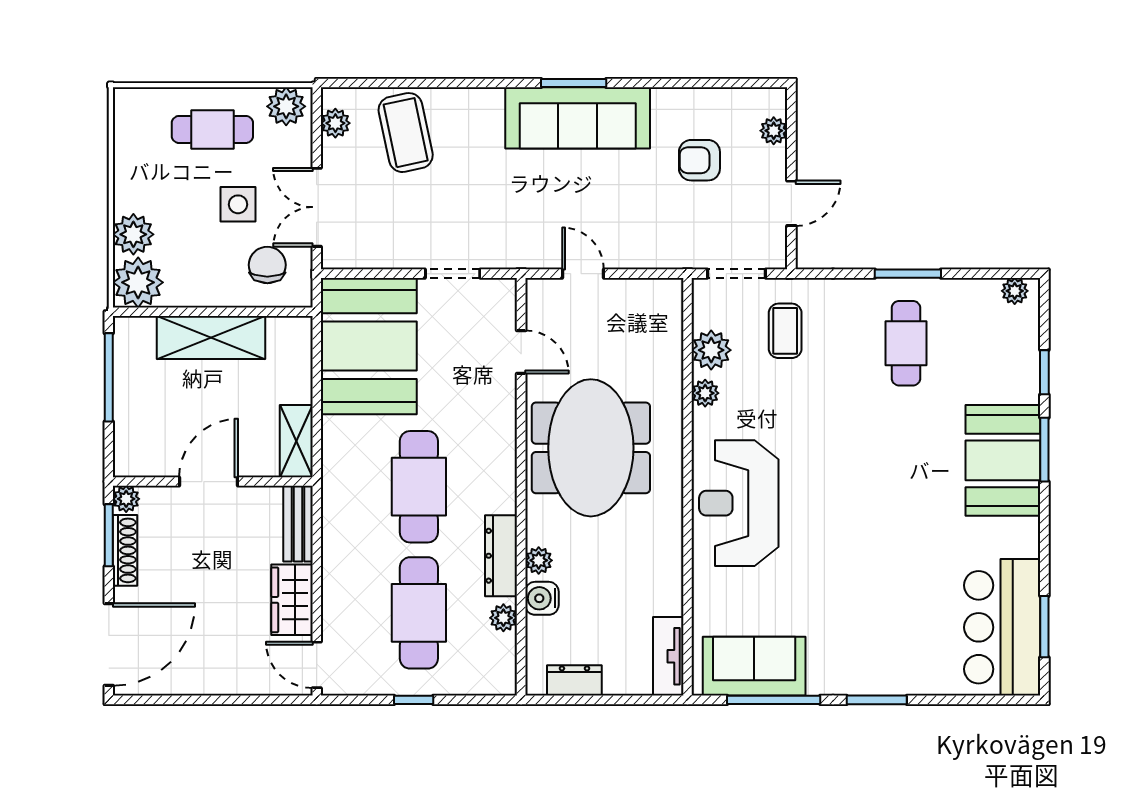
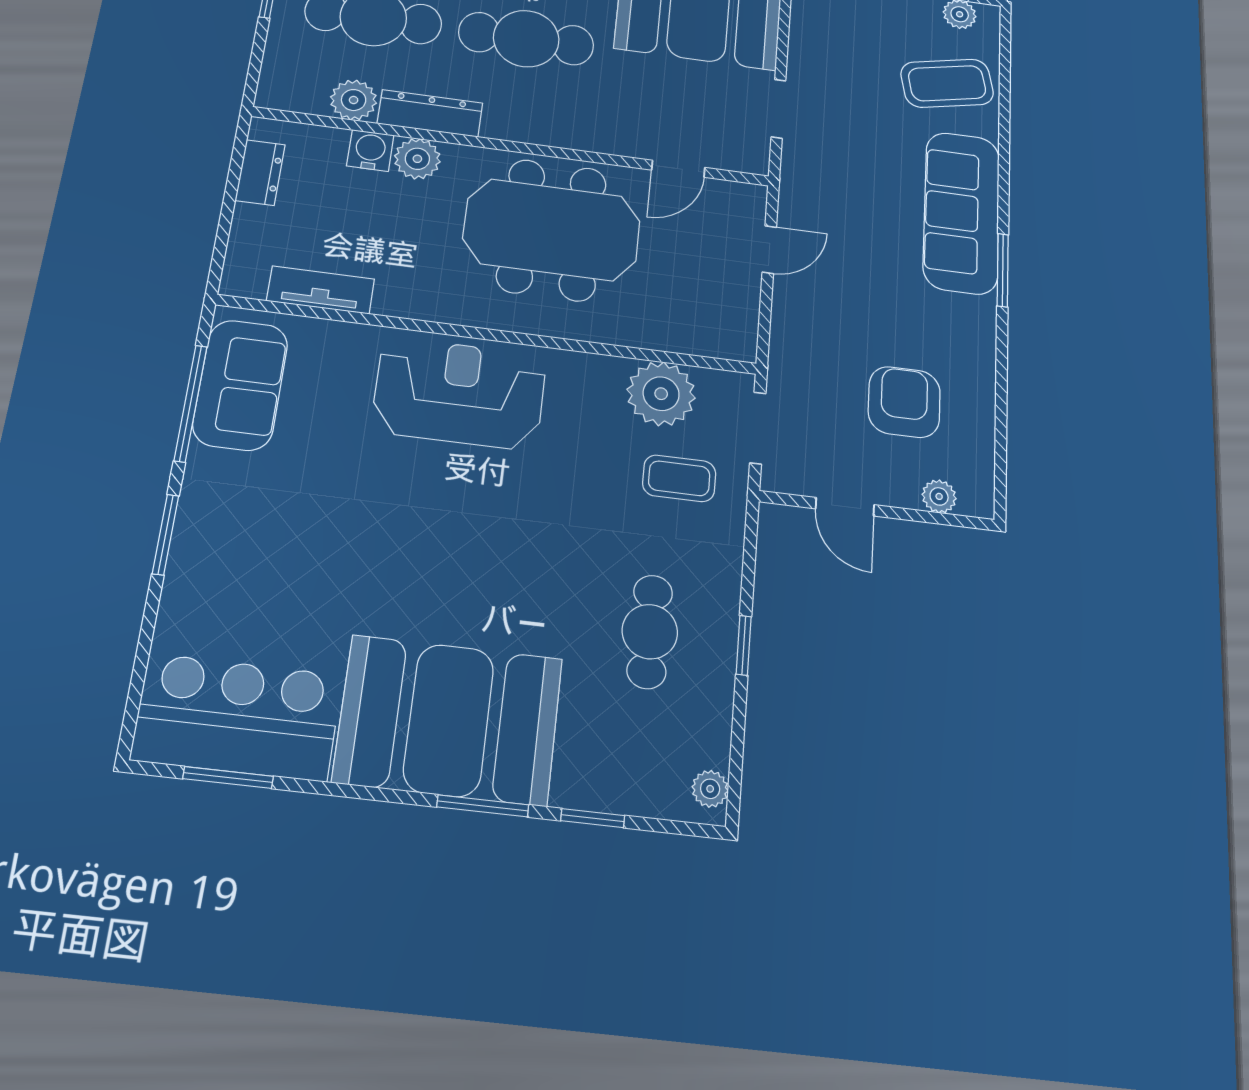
sofa: (578, 118) -> (961, 212), moved
armchair: (699, 160) -> (904, 402), width x1.38, depth x1.38
window: (908, 274) -> (744, 645), width x0.67
cafe table: (906, 343) -> (650, 632), turned 90
plant: (711, 350) -> (661, 394), width x1.36, depth x1.36
plant: (705, 393) -> (607, 371), removed
booth: (1003, 460) -> (449, 720), width x1.36, depth x1.42
plant: (539, 560) -> (417, 159), width x1.38, depth x1.38
plant: (503, 618) -> (354, 100), width x1.38, depth x1.38
tv unit: (668, 656) -> (321, 290), moved

